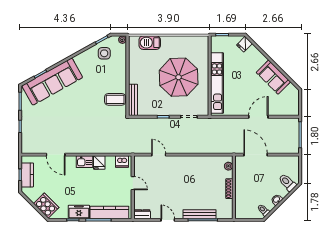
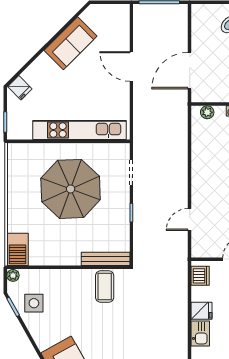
barbecue: (150, 43) -> (18, 249), moved

